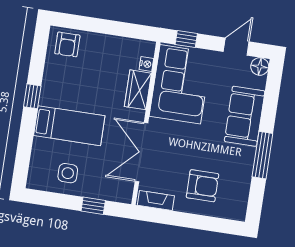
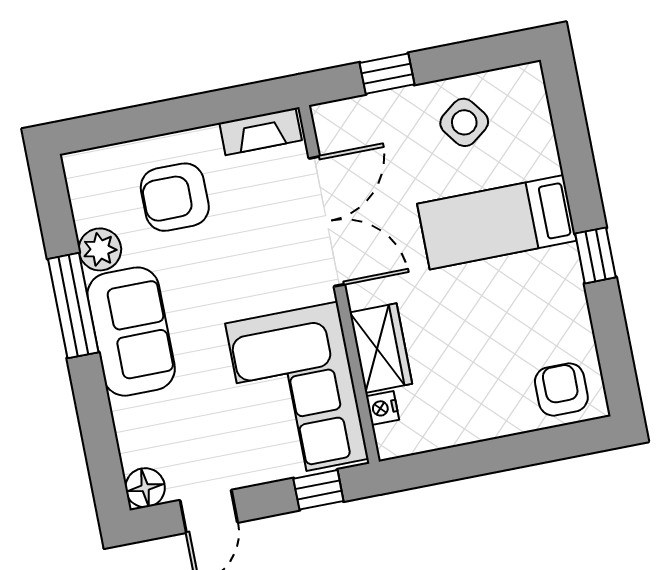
sofa: (245, 116) -> (131, 332), moved
side table: (68, 173) -> (464, 122), turned -37
plant: (242, 175) -> (100, 249), added

